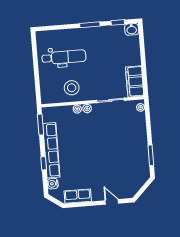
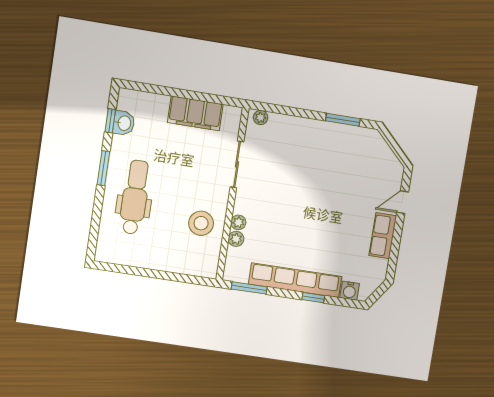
washbasin: (132, 29) -> (124, 123), moved
dental chair: (64, 57) -> (135, 197), moved
filing cabinet: (135, 81) -> (195, 113), moved
plant: (87, 108) -> (236, 239), moved
row of seats: (78, 196) -> (383, 236), moved

